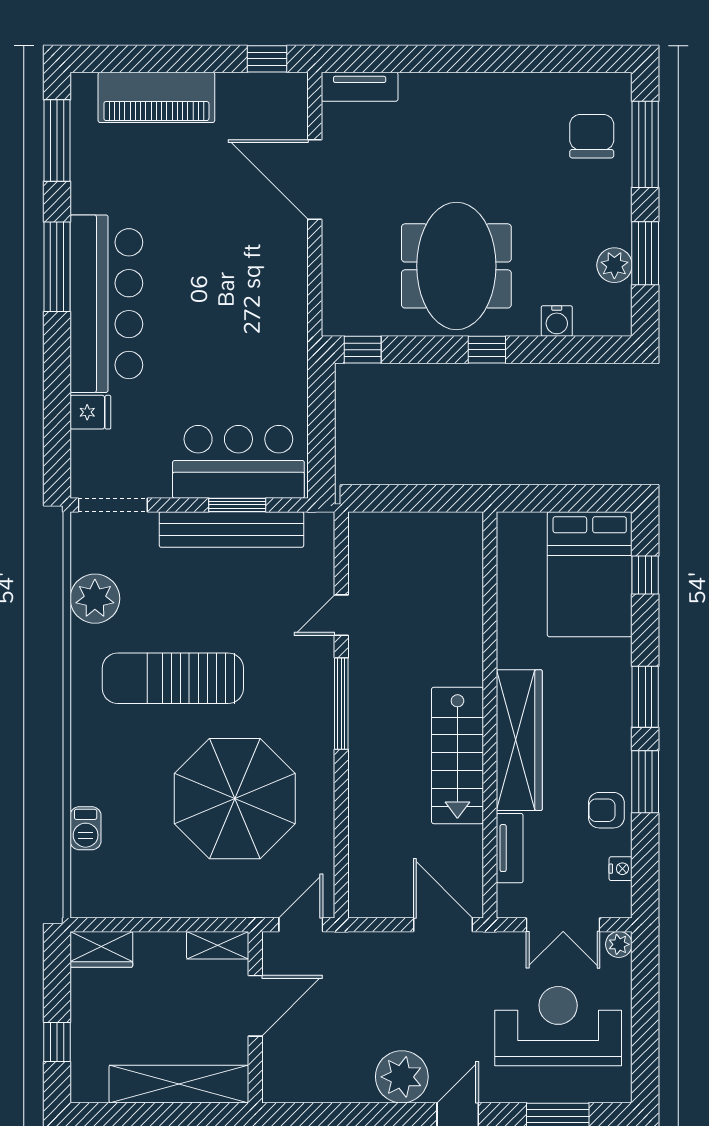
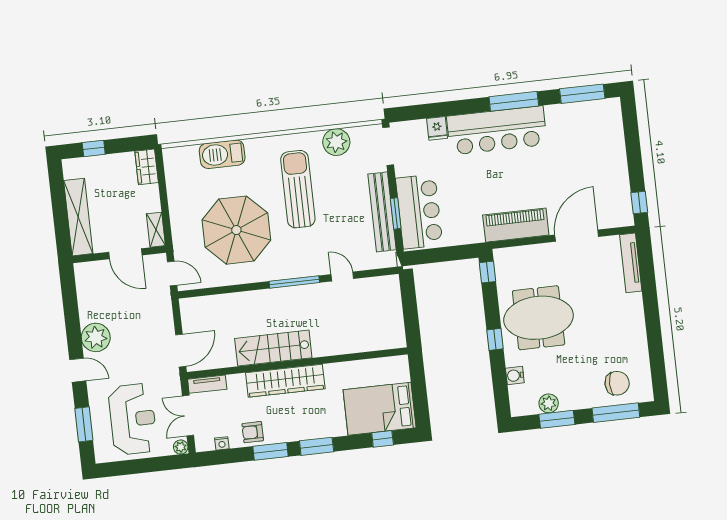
tv unit: (360, 87) -> (631, 263), width x1.41
piano: (156, 97) -> (516, 225), moved, turned 90
armchair: (606, 810) -> (253, 432), turned -90
barbecue: (86, 828) -> (222, 154), width x1.88, depth x1.53
tv unit: (510, 848) -> (207, 384), moved

